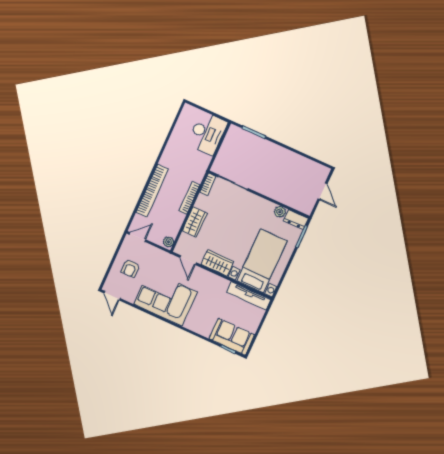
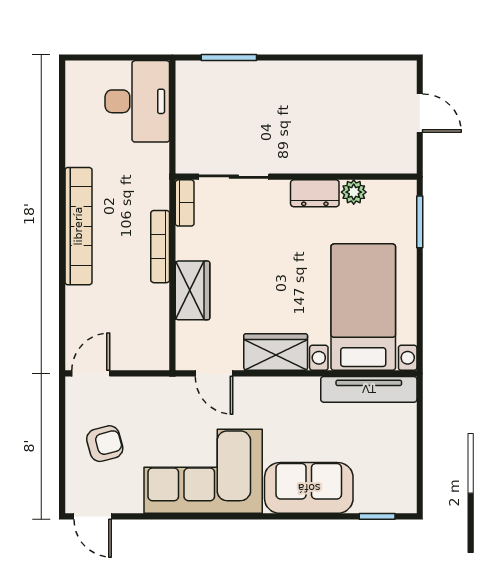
bookcase: (152, 191) -> (78, 226), moved
dresser: (296, 220) -> (315, 193), moved
plant: (168, 242) -> (158, 354), removed
armchair: (130, 268) -> (105, 444), turned -105
sofa: (232, 337) -> (309, 488), moved

